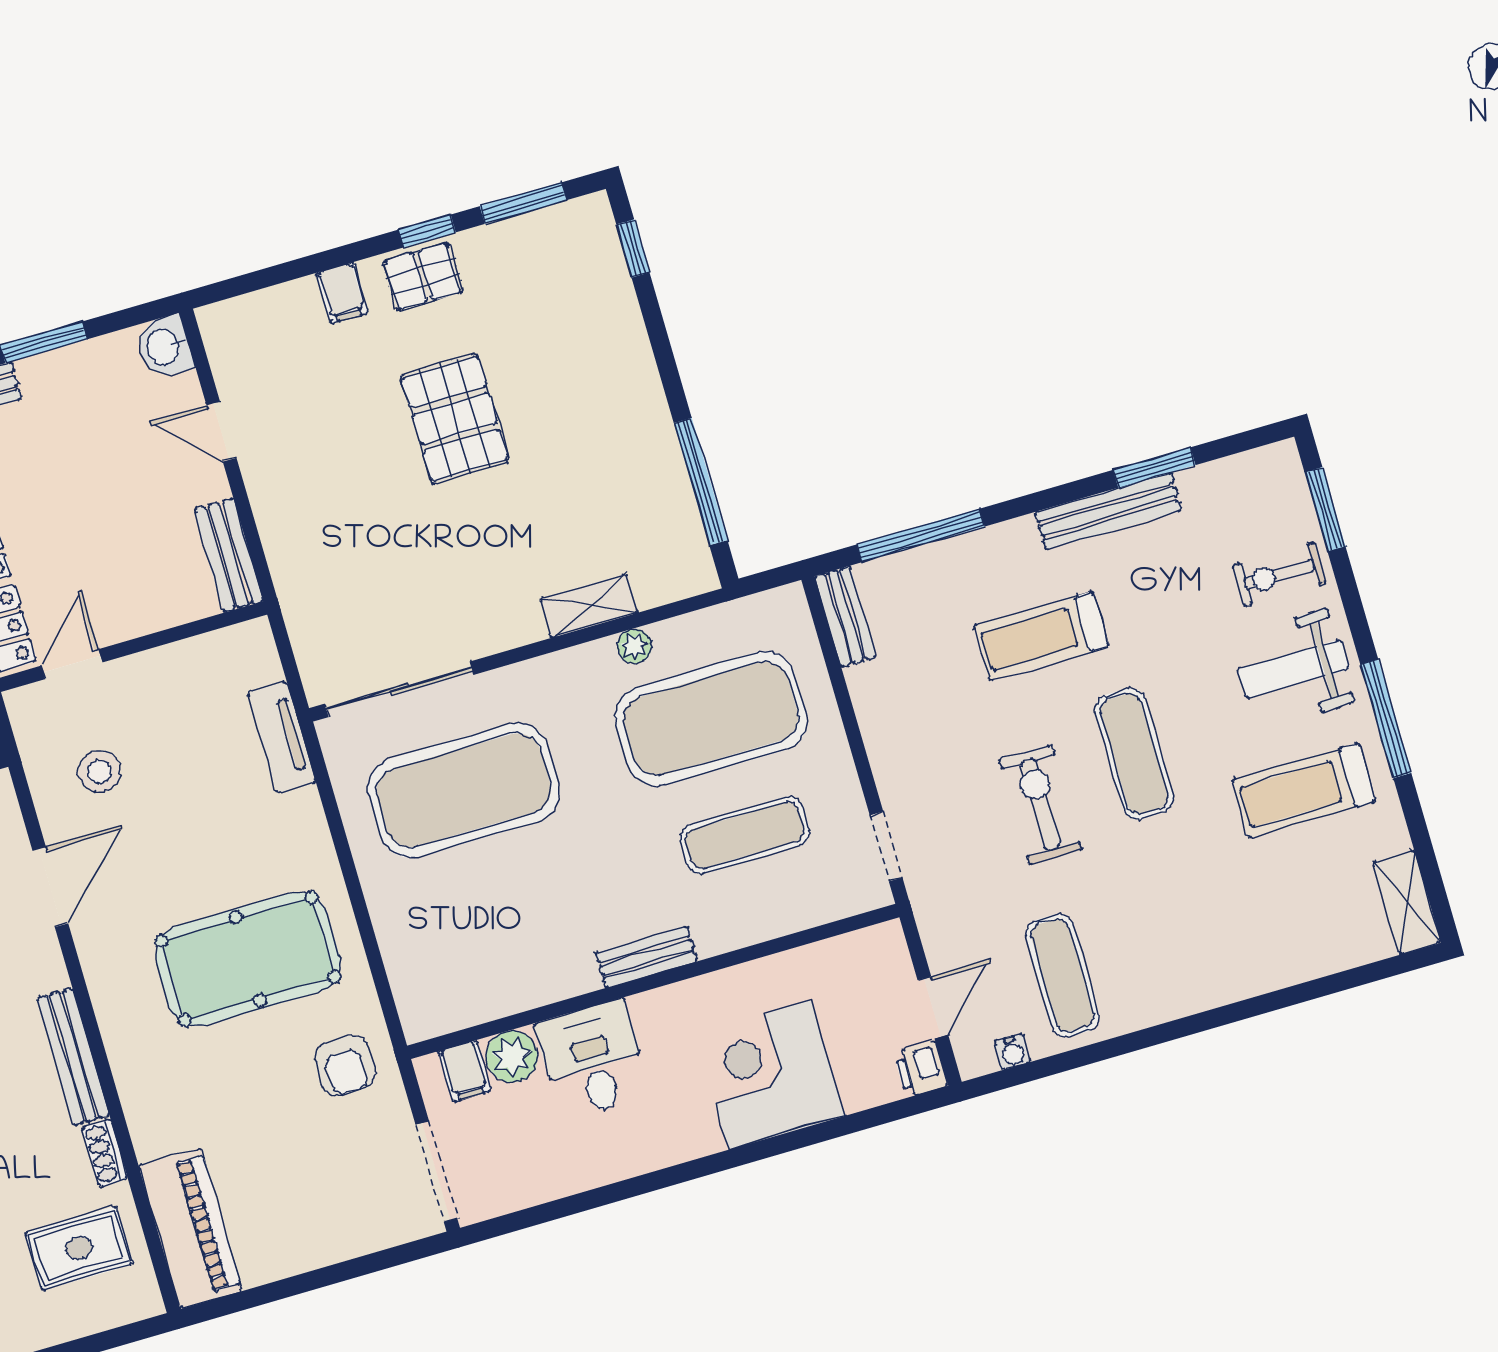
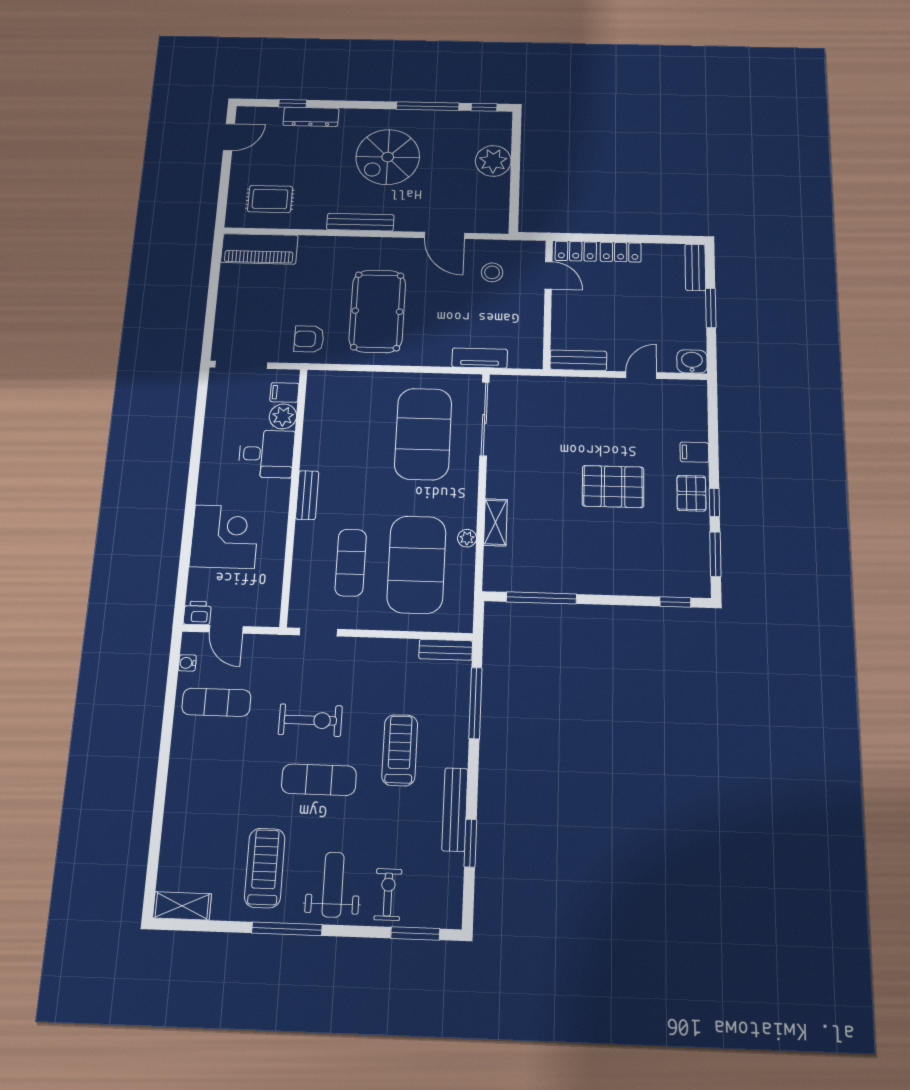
shoe rack: (105, 1153) -> (310, 223), removed
rug: (79, 1248) -> (270, 199), turned 90

